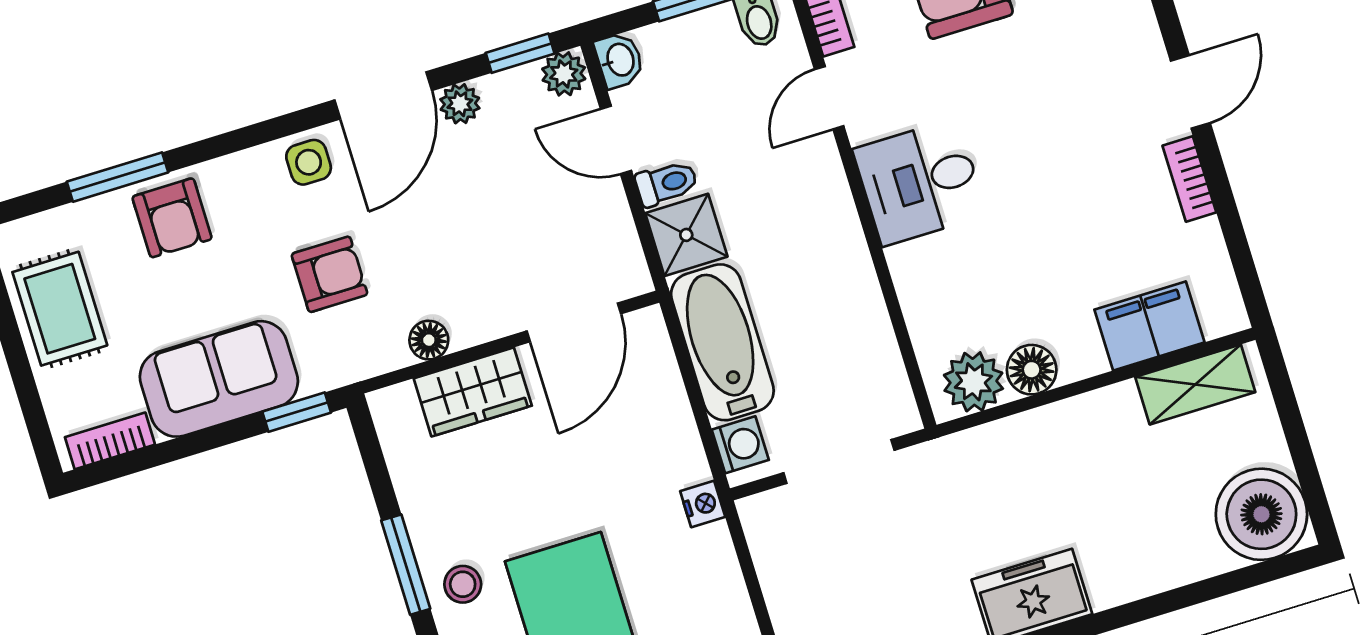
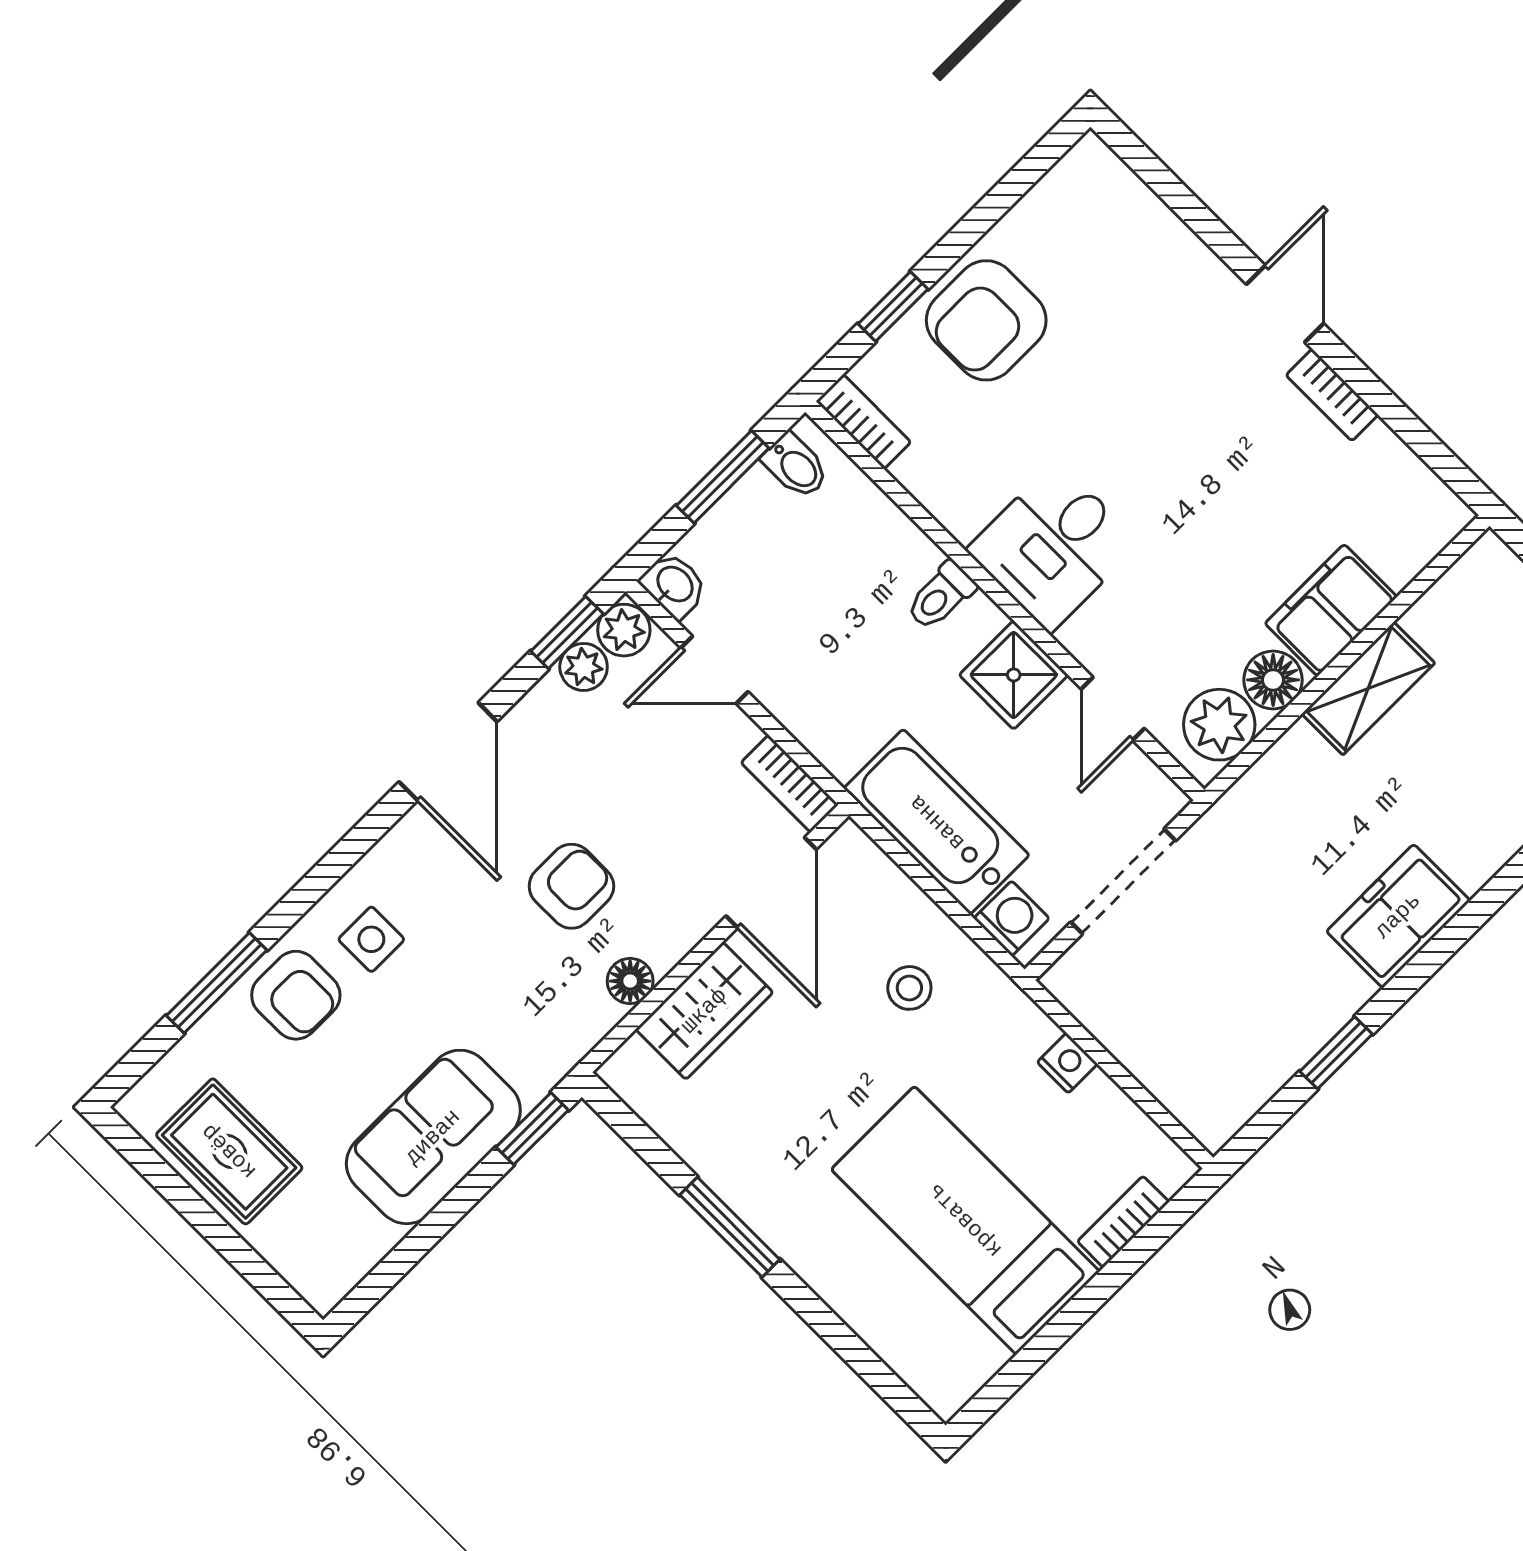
door: (829, 98) -> (1113, 709), moved
plant: (460, 104) -> (584, 667), moved
side table: (309, 162) -> (371, 939), moved
toilet: (667, 183) -> (941, 596), moved, turned 180
shower: (686, 235) -> (1014, 675), moved
armchair: (329, 274) -> (571, 886), moved
filing cabinet: (1149, 326) -> (1331, 610), moved
shelving: (1195, 384) -> (1368, 688), moved
bookcase: (110, 441) -> (790, 784), moved, turned -90
nightstand: (703, 504) -> (1067, 1063), moved
stool: (463, 584) -> (909, 988), moved

